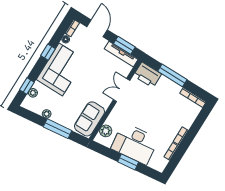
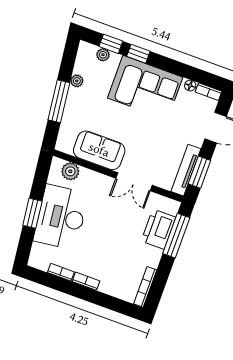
window: (48, 52) -> (138, 54), moved
printer: (147, 75) -> (159, 229), moved
window: (172, 75) -> (176, 236), moved
double door: (122, 90) -> (134, 182), swing flipped
sofa: (90, 119) -> (99, 150), moved

